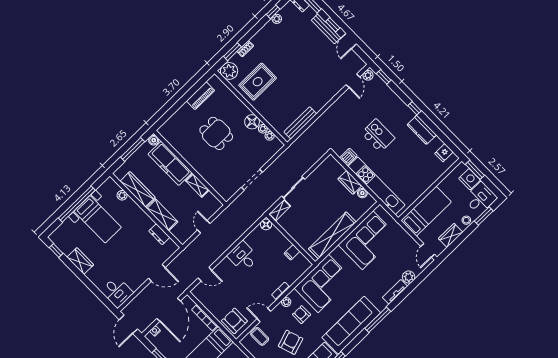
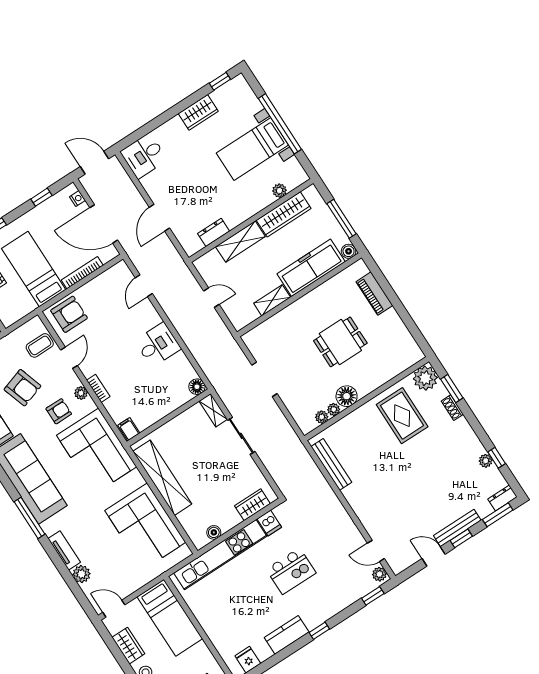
piano: (201, 96) -> (374, 294), moved
wardrobe: (350, 182) -> (252, 505), moved
filing cabinet: (292, 252) -> (129, 429), moved

